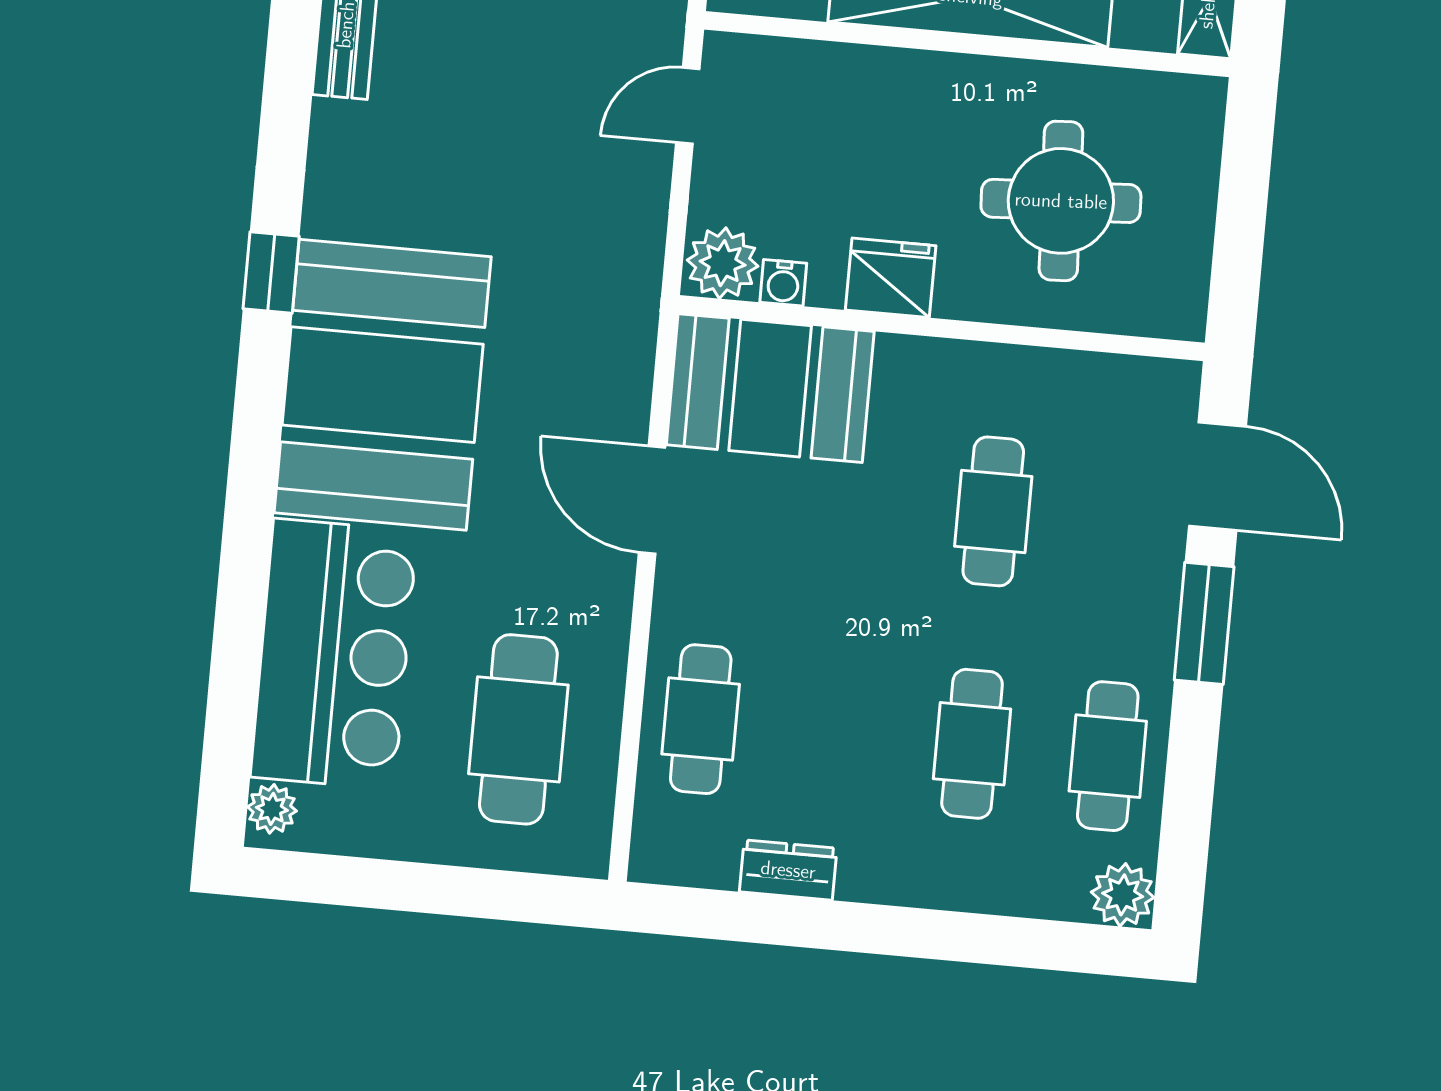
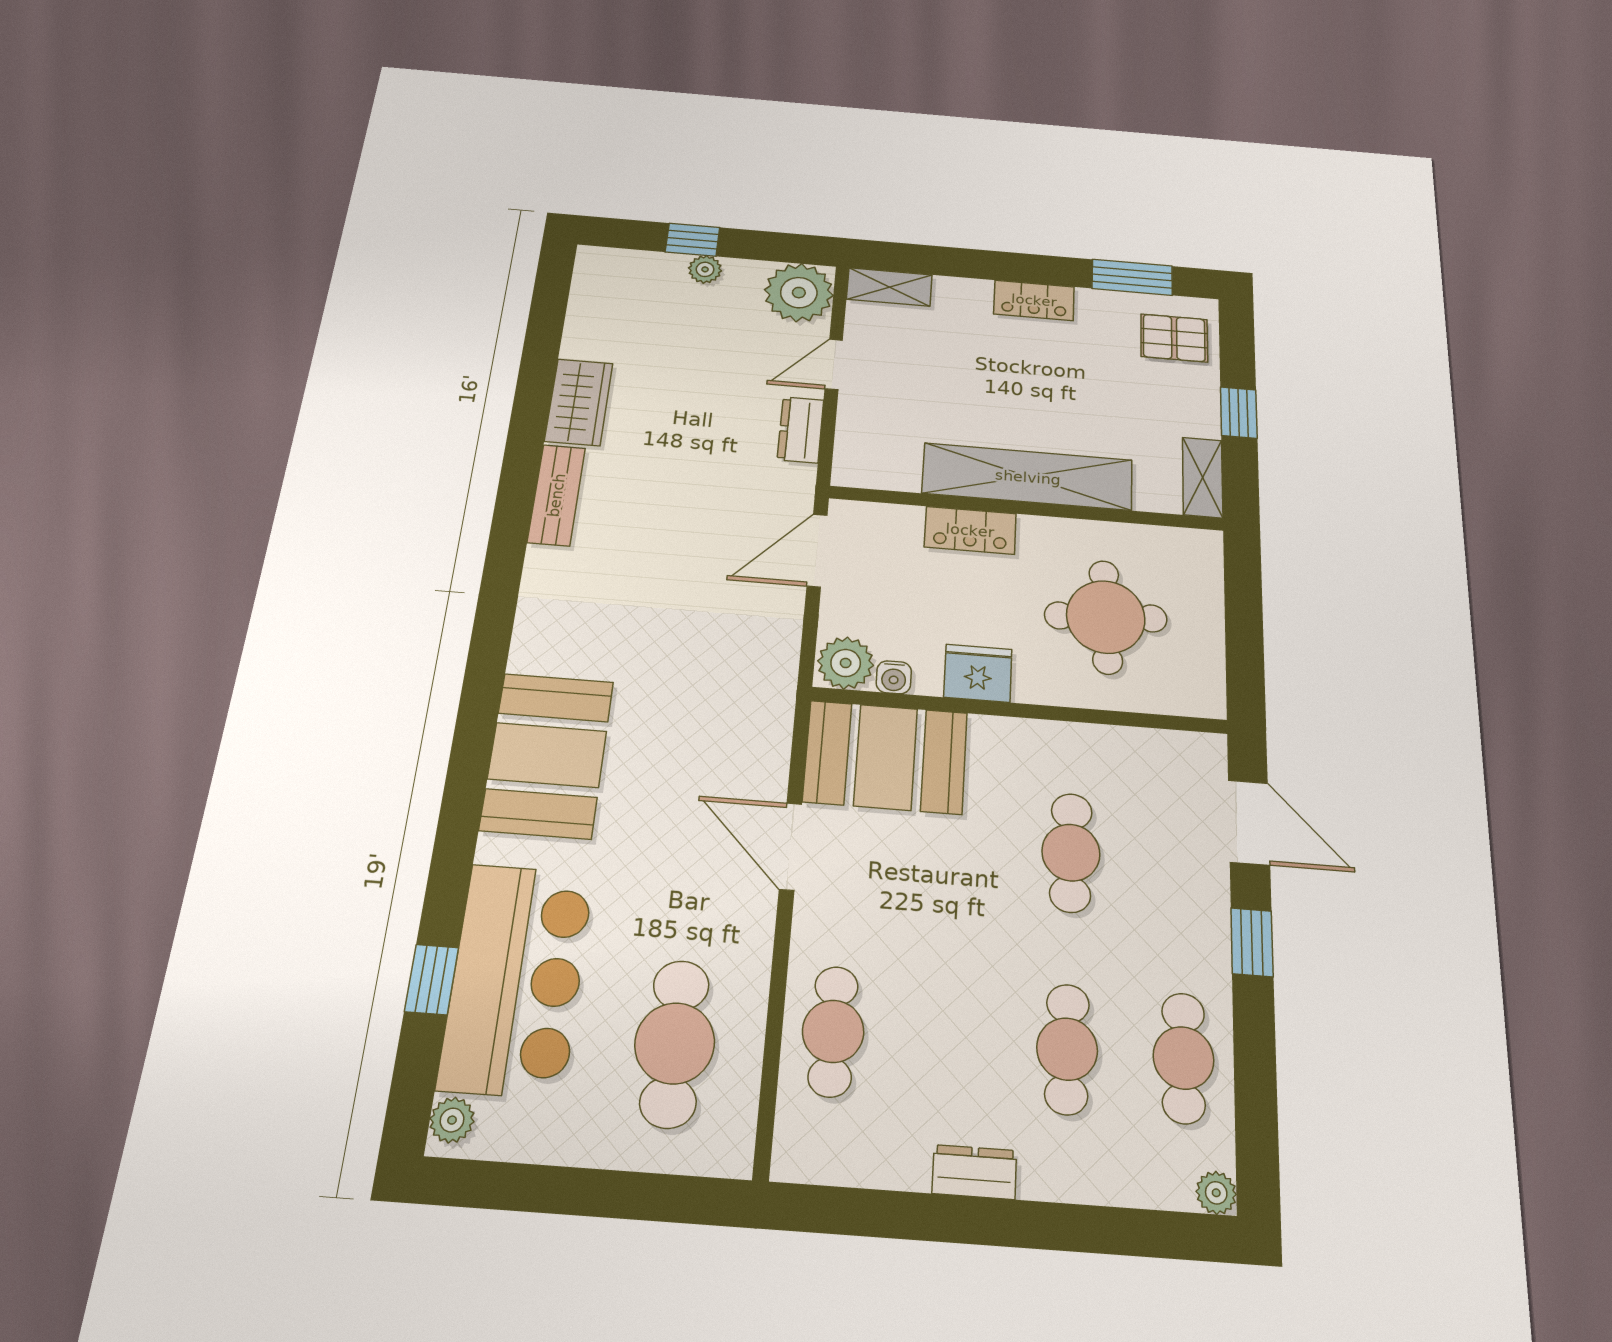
locker: (890, 77) -> (970, 530), added
door: (688, 106) -> (817, 550), width x1.38
window: (271, 273) -> (432, 979), moved
booth: (383, 385) -> (547, 755), width x0.73, depth x0.70
window: (1204, 623) -> (1252, 942), width x0.67
dresser: (788, 870) -> (974, 1172), moved
plant: (1123, 895) -> (1216, 1193), width x0.73, depth x0.73

